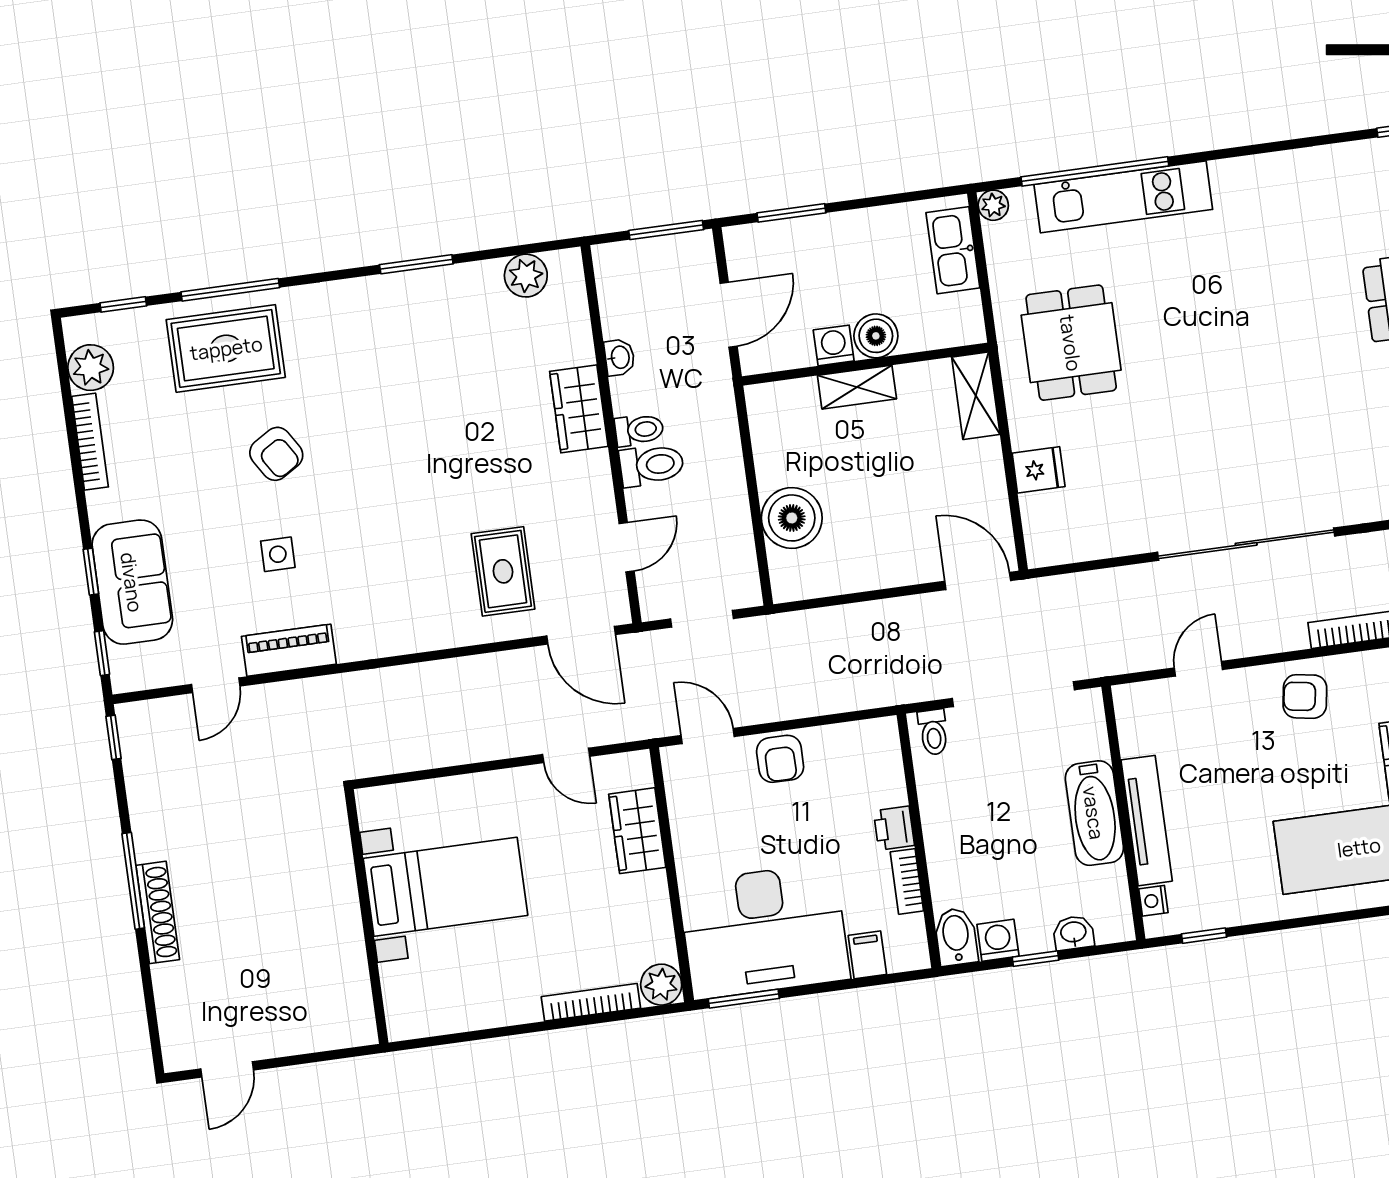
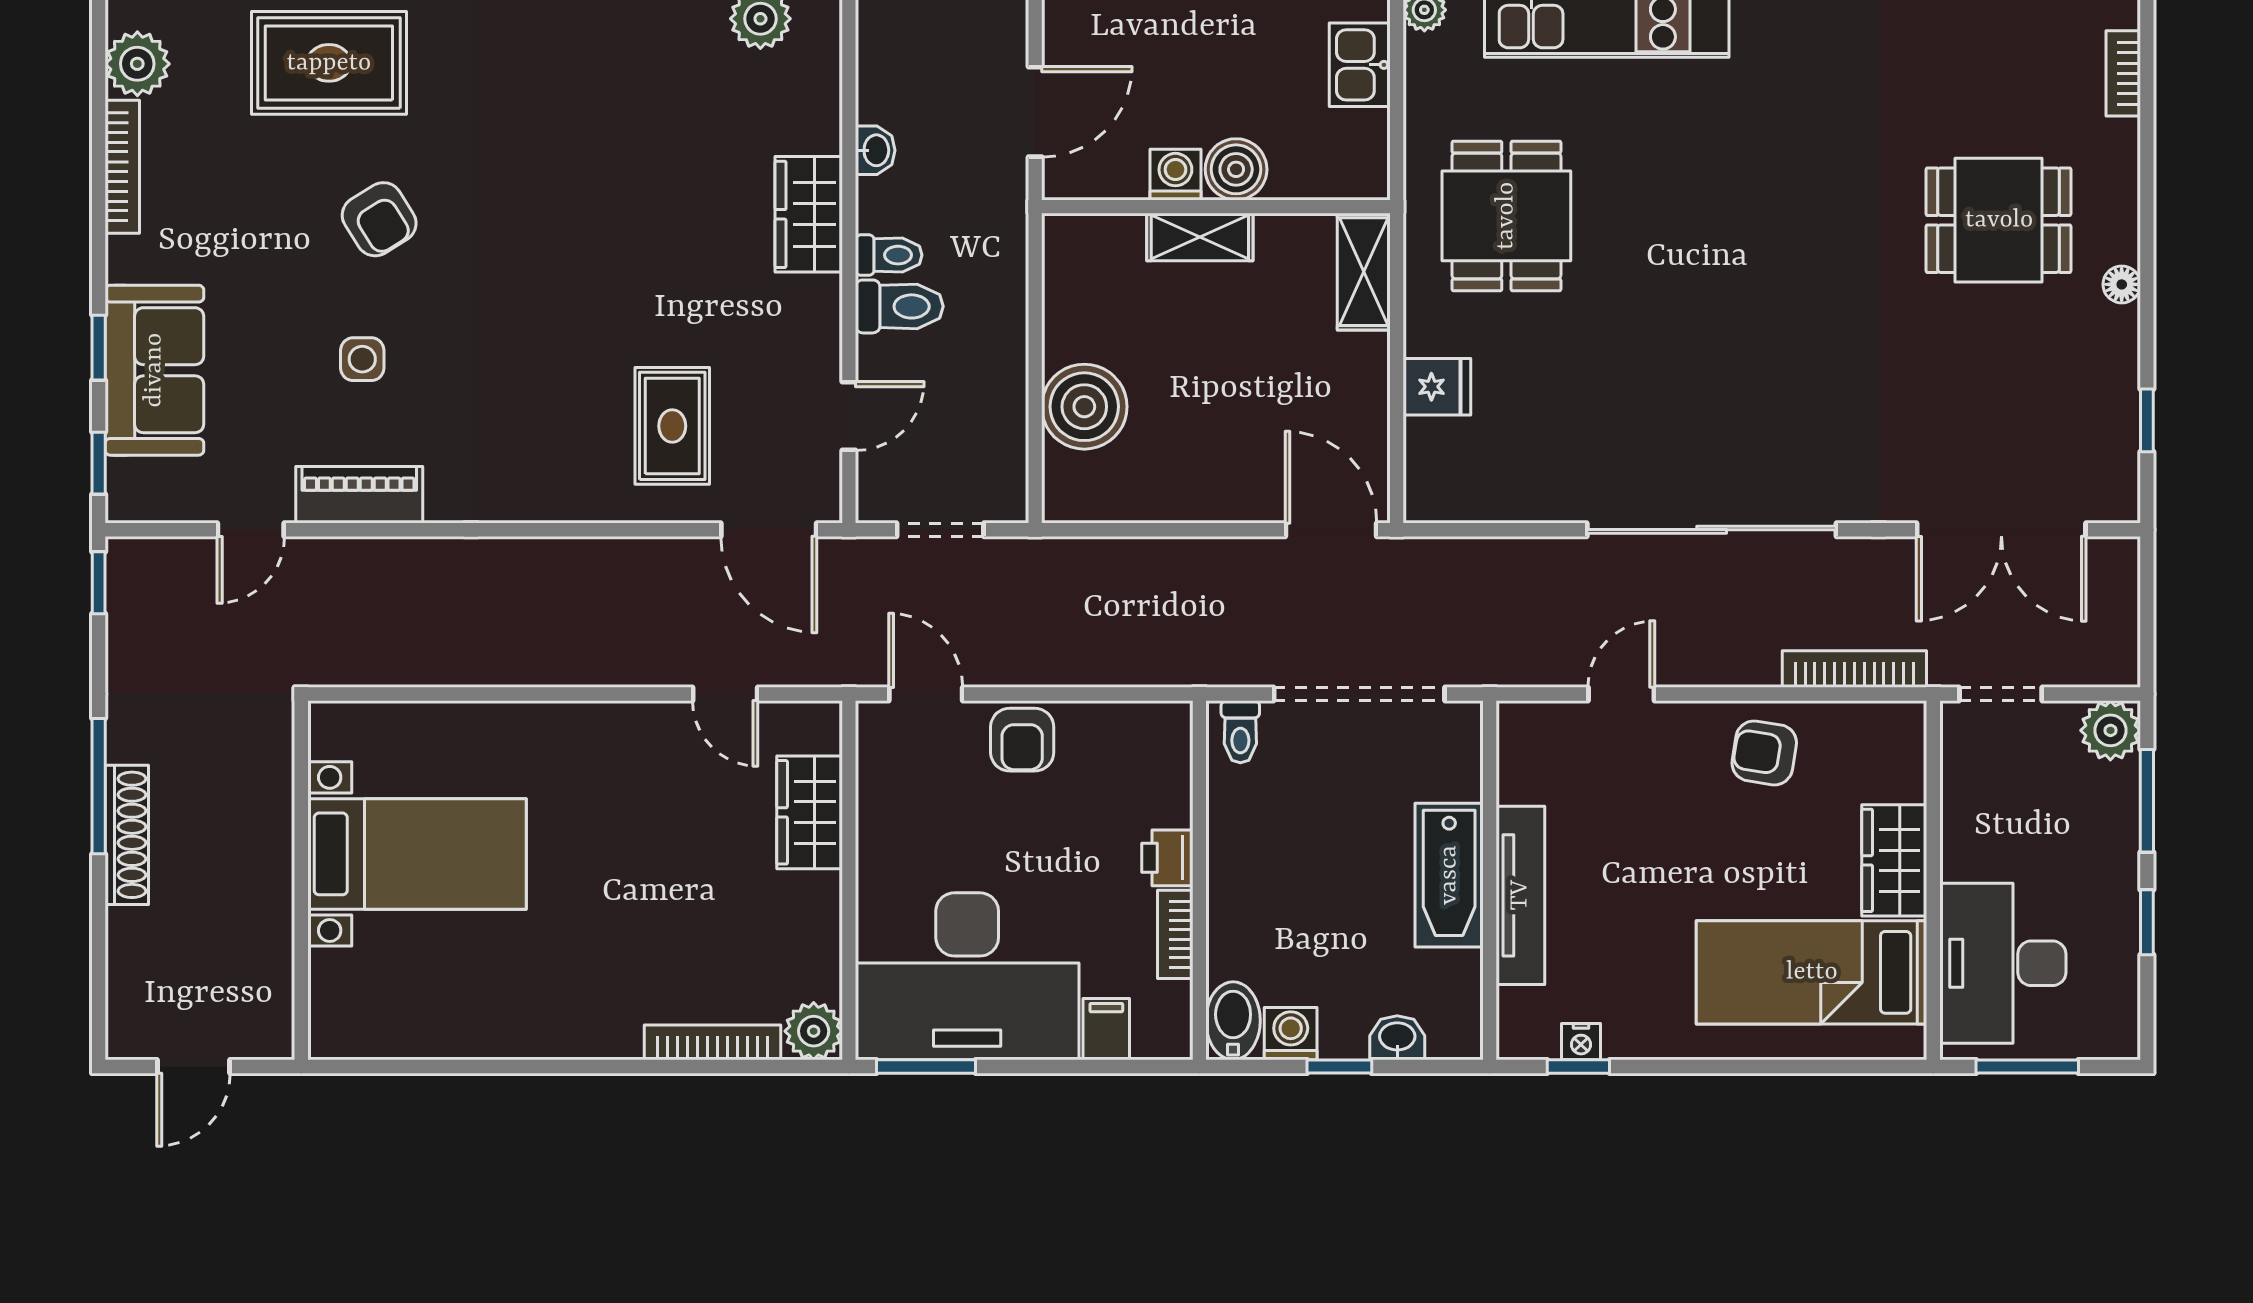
kitchen sink: (953, 250) -> (1360, 65), width x0.73
bed with nightstands: (445, 887) -> (417, 854), moved
nightstand: (1153, 901) -> (1581, 1042), moved, turned -90
wall: (366, 917) -> (301, 880), moved

